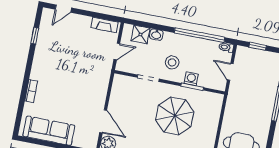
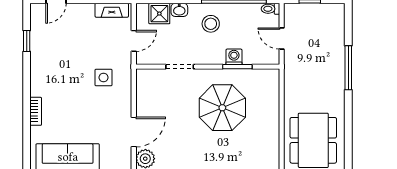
stool: (172, 62) -> (211, 24), moved
side table: (88, 75) -> (104, 77), added
door: (103, 121) -> (134, 132), hinge flipped

